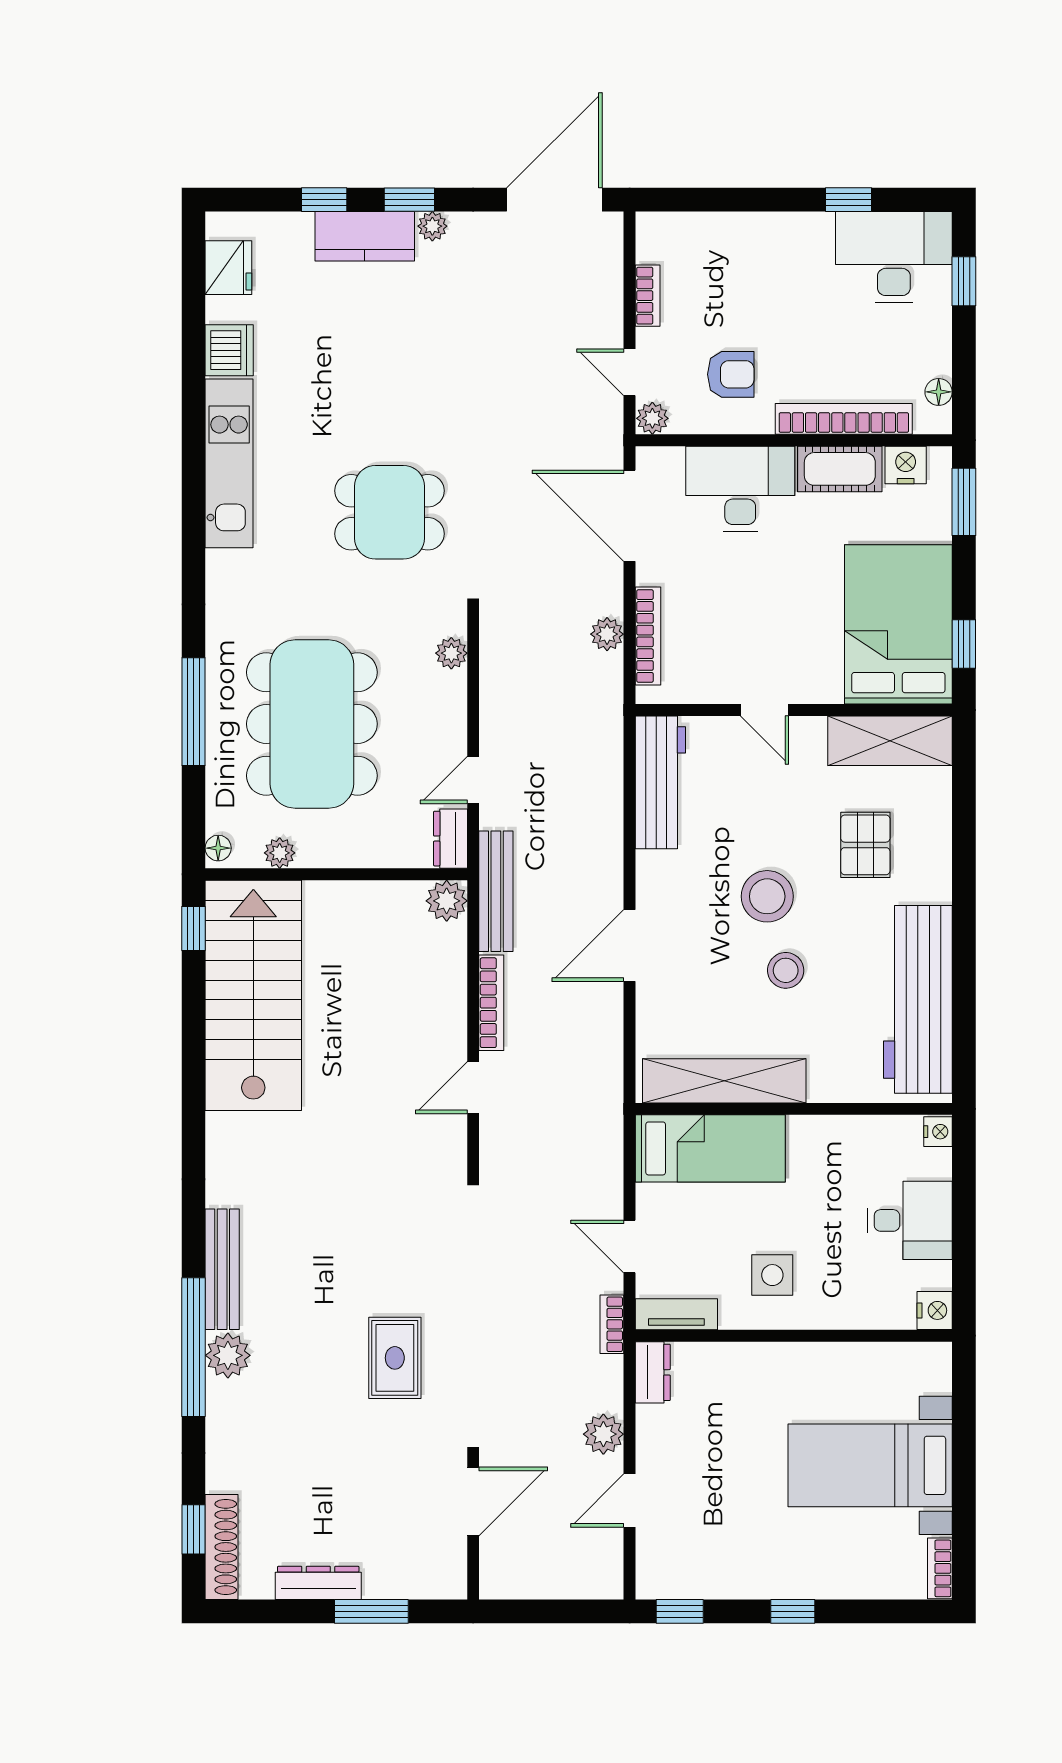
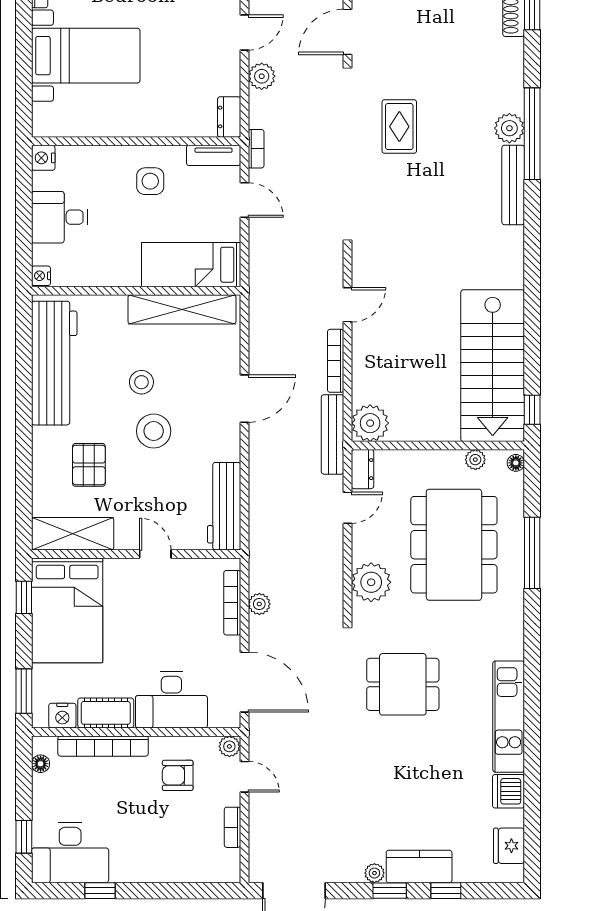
plant: (451, 653) -> (371, 582), width x1.88, depth x1.88
plant: (447, 901) -> (370, 423), width x1.36, depth x1.36

